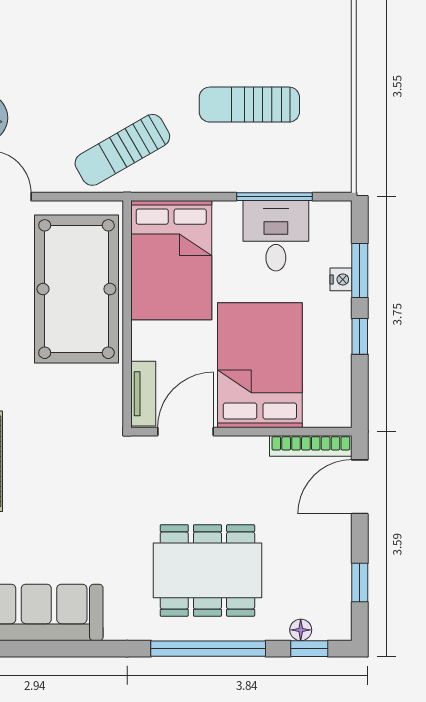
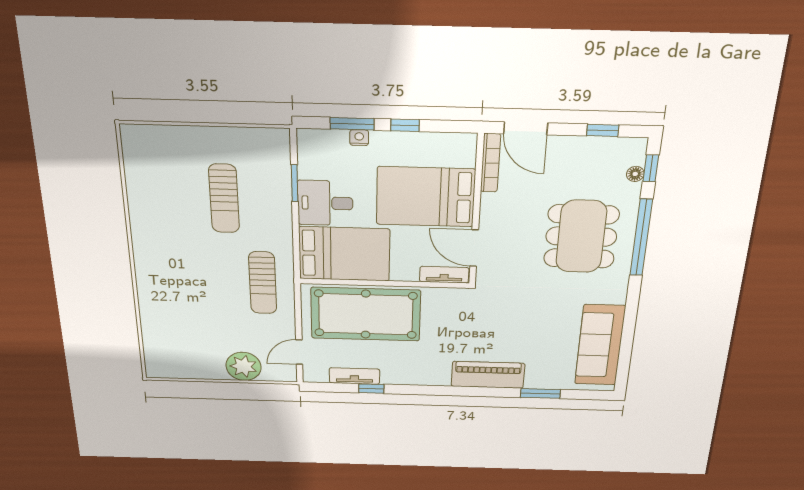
sun lounger: (122, 150) -> (263, 283), turned 30
window: (274, 197) -> (295, 183), width x0.69
desk: (276, 236) -> (325, 203), moved

